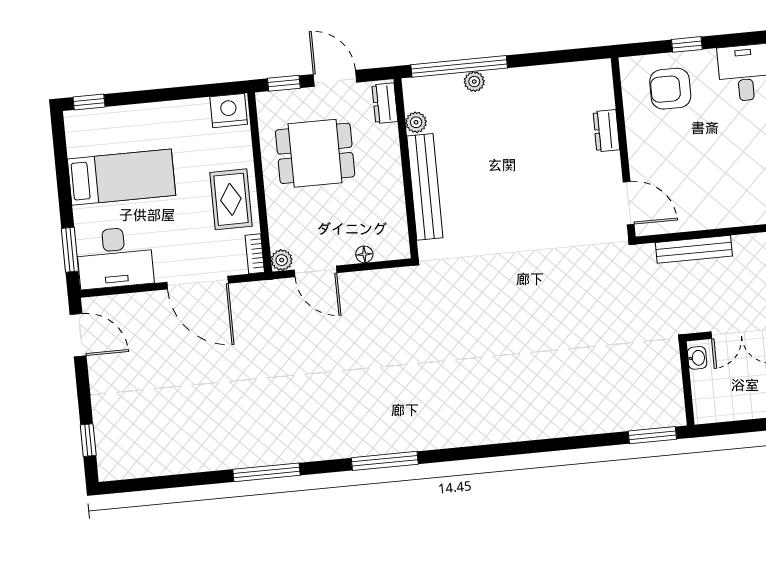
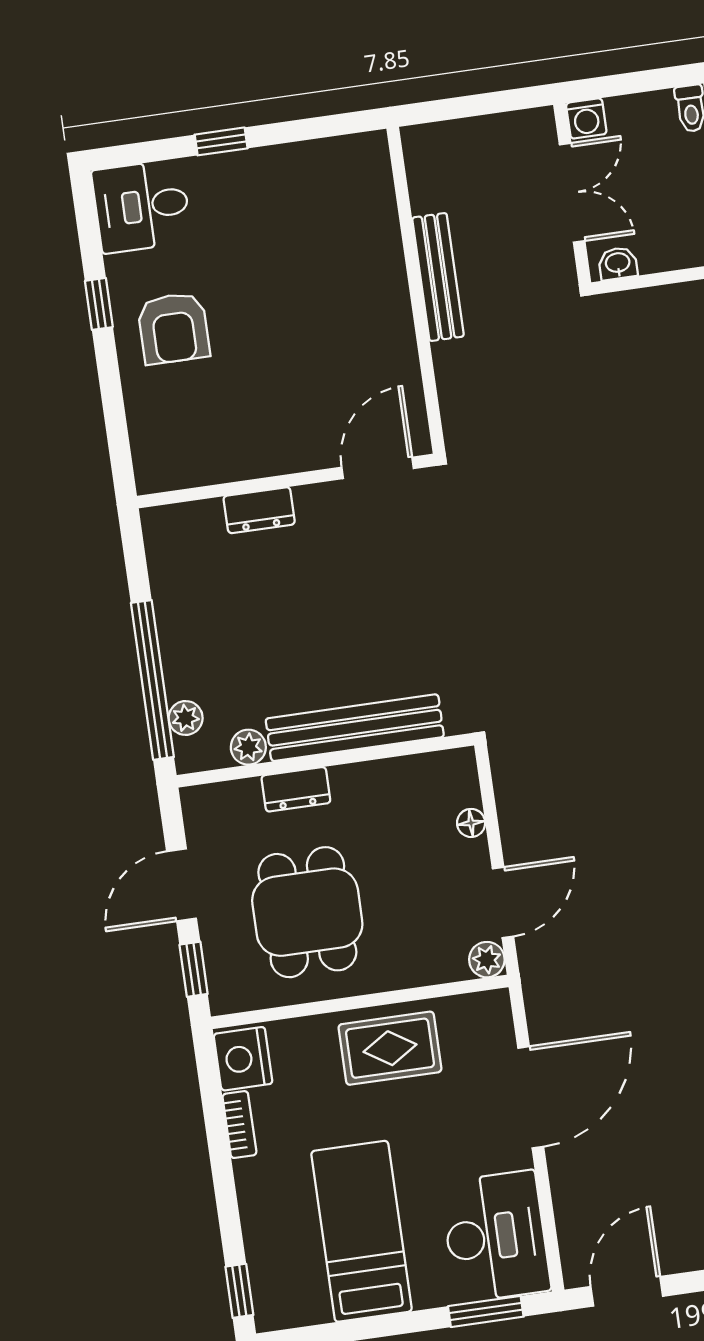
plant: (474, 82) -> (186, 718), moved
dresser: (385, 103) -> (296, 789), moved
dresser: (606, 131) -> (259, 510), moved
wall: (623, 147) -> (286, 481), moved
door: (629, 203) -> (378, 468), moved
bookcase: (255, 254) -> (239, 1125), moved, turned -90

